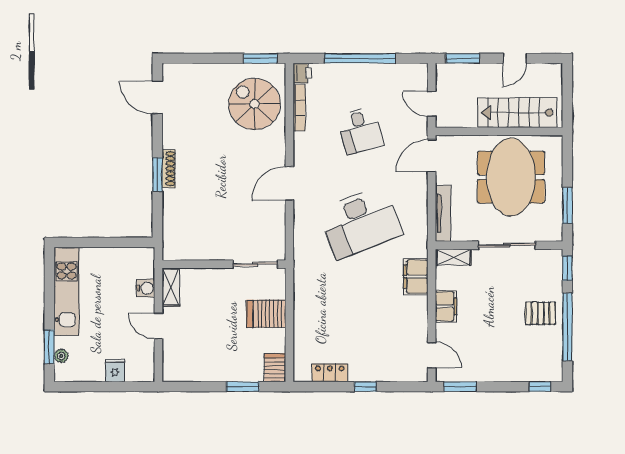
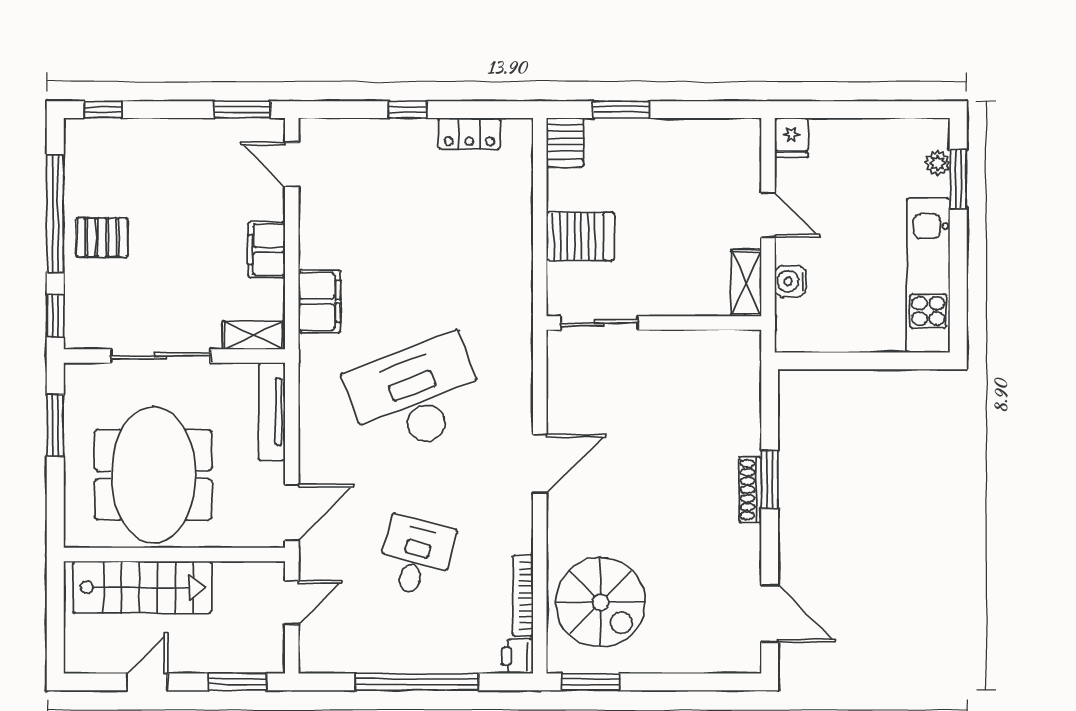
door: (432, 104) -> (292, 602), hinge flipped
desk: (360, 130) -> (416, 556), turned 30
fridge: (115, 370) -> (791, 138), moved

